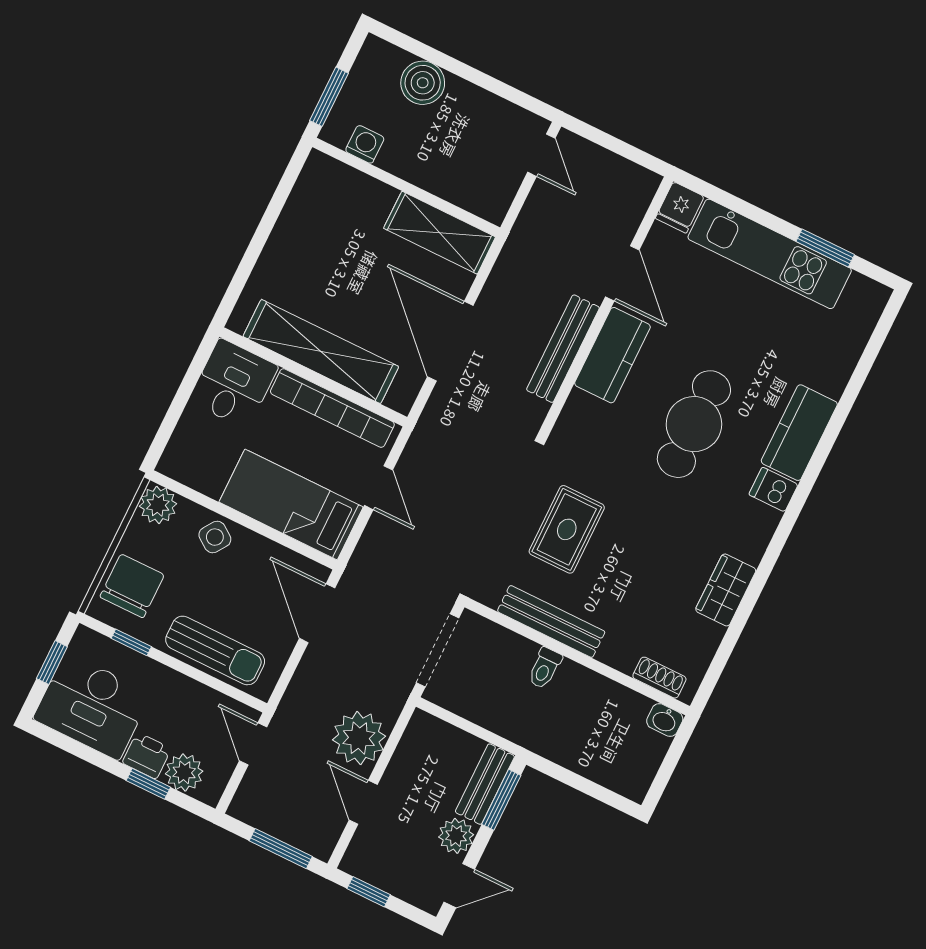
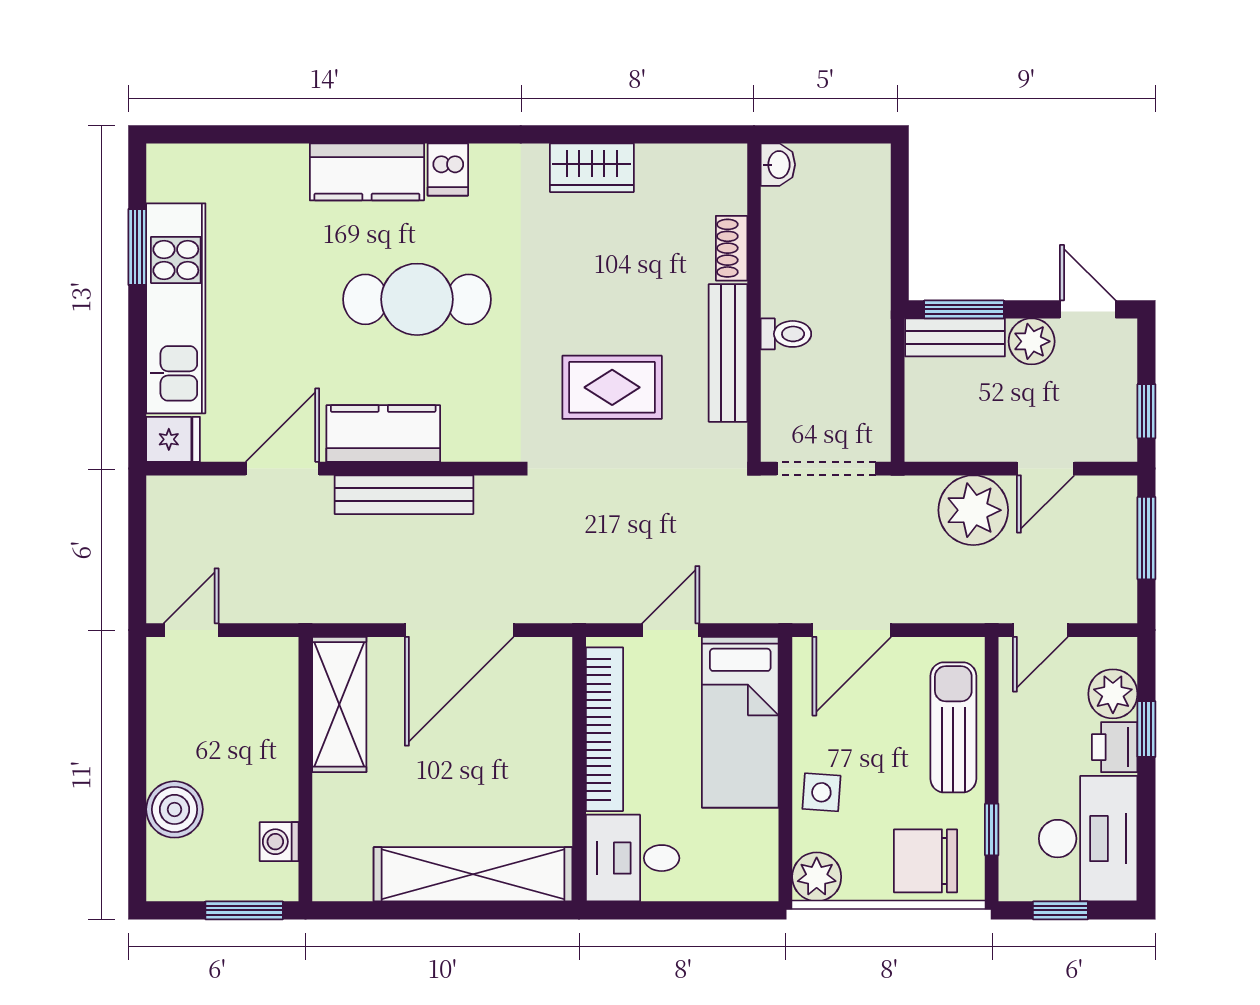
shelving: (321, 352) -> (473, 874), moved, turned 90
side table: (215, 537) -> (821, 792), turned -31
shoe rack: (659, 678) -> (732, 248), moved

